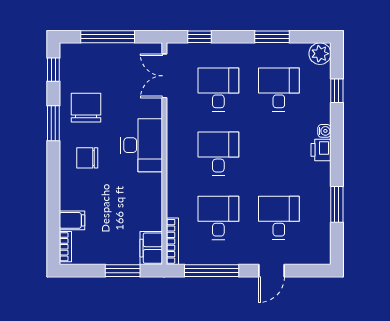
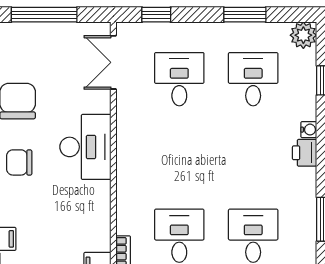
desk: (218, 154) -> (179, 157), removed

